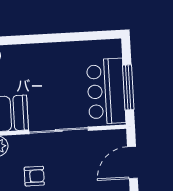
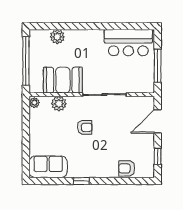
bar counter: (106, 91) -> (128, 43), moved, turned -90

